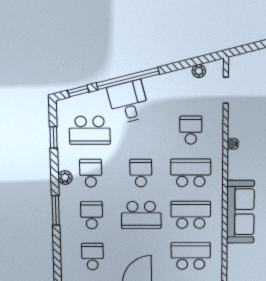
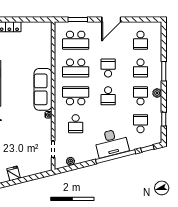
desk: (128, 102) -> (111, 143), width x1.37
school desk: (90, 130) -> (140, 124), width x0.54
school desk: (91, 173) -> (140, 96), turned 180
school desk: (191, 173) -> (76, 96), turned 180
sofa: (240, 212) -> (43, 89), moved
school desk: (141, 215) -> (108, 68), width x0.54

